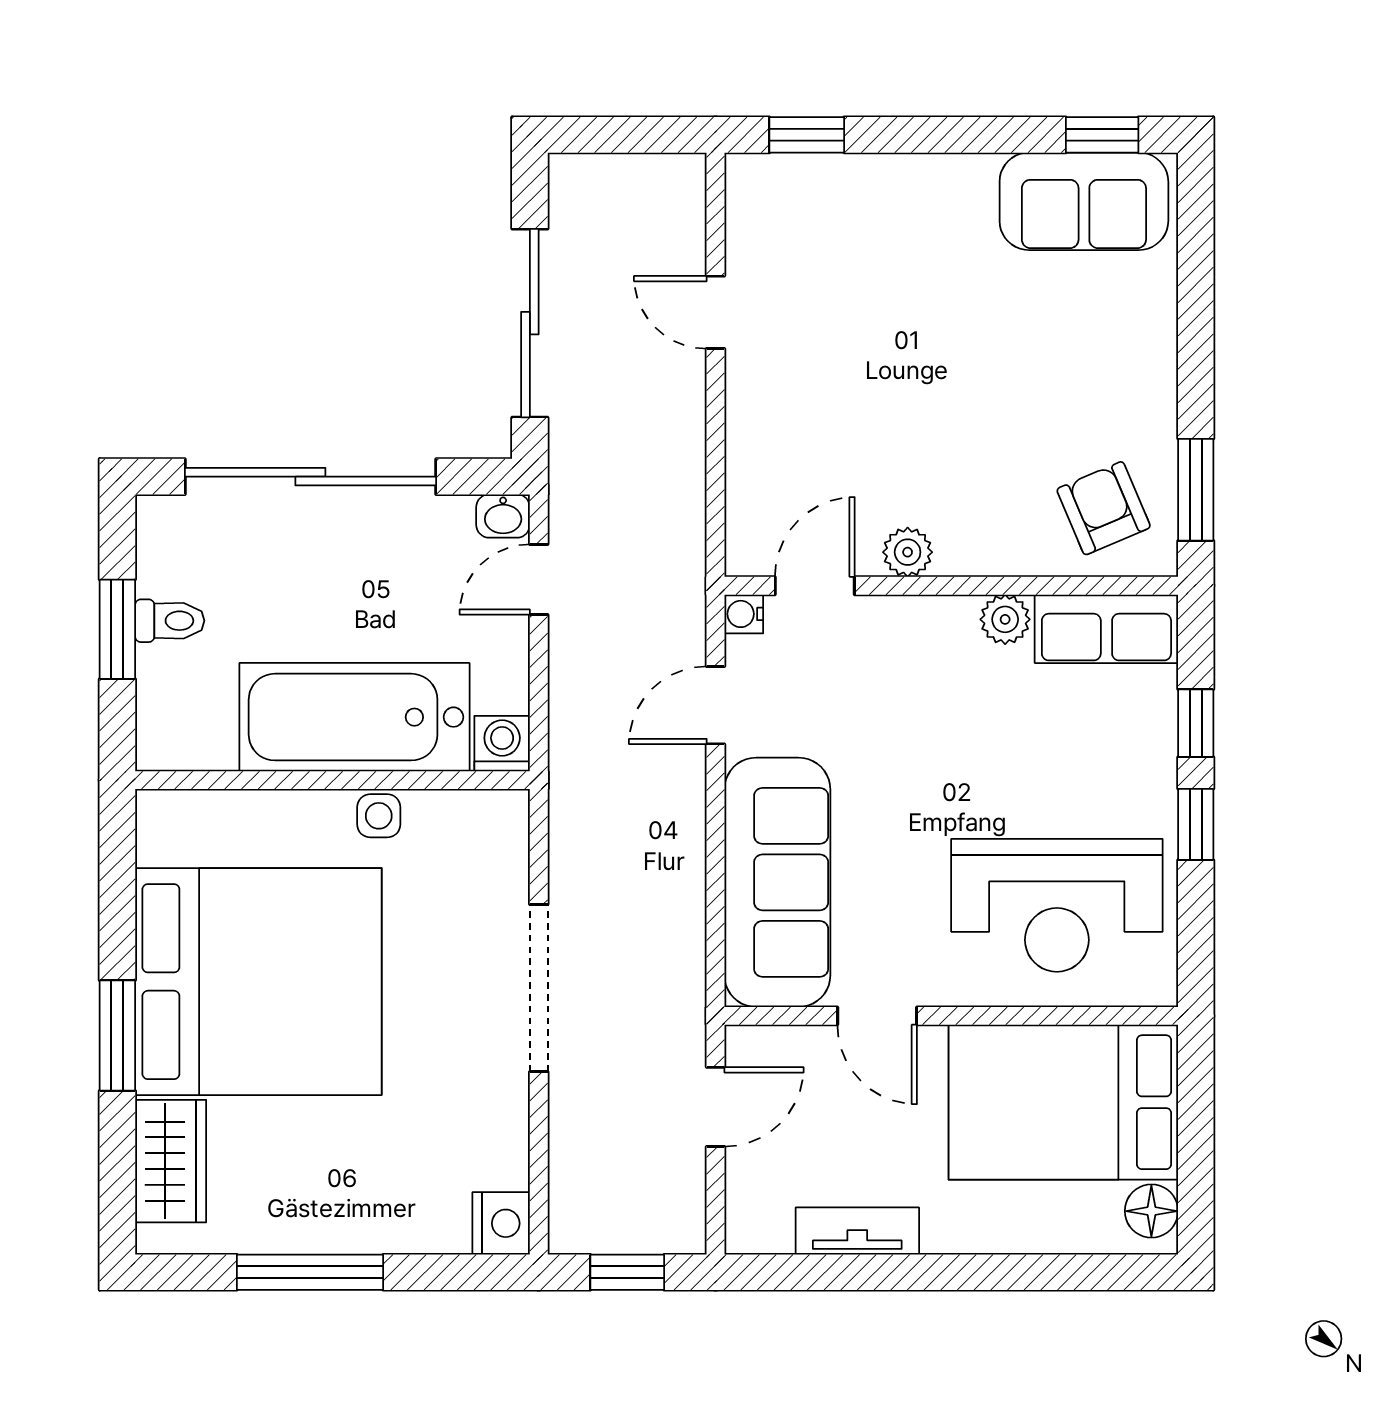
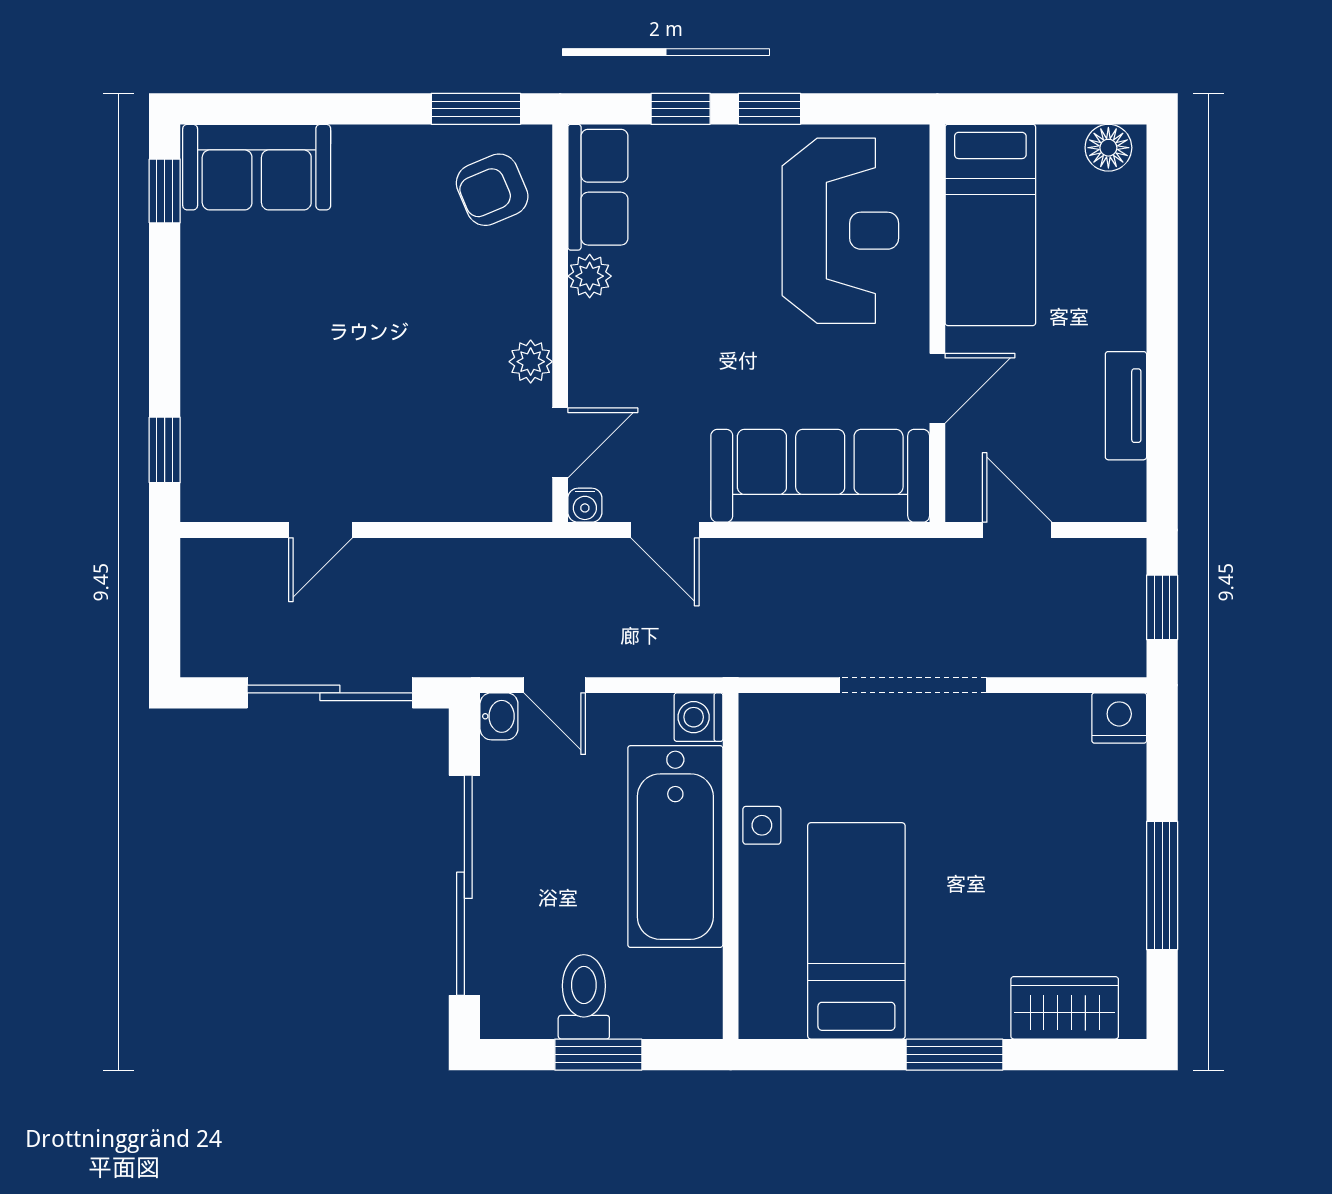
sofa: (1084, 201) -> (257, 167), moved, turned 90
door: (815, 586) -> (560, 443), swing flipped
toilet: (170, 621) -> (584, 997), width x1.37, depth x1.39
bed: (258, 982) -> (856, 931), width x0.49
bed: (1063, 1102) -> (990, 225), width x0.67

